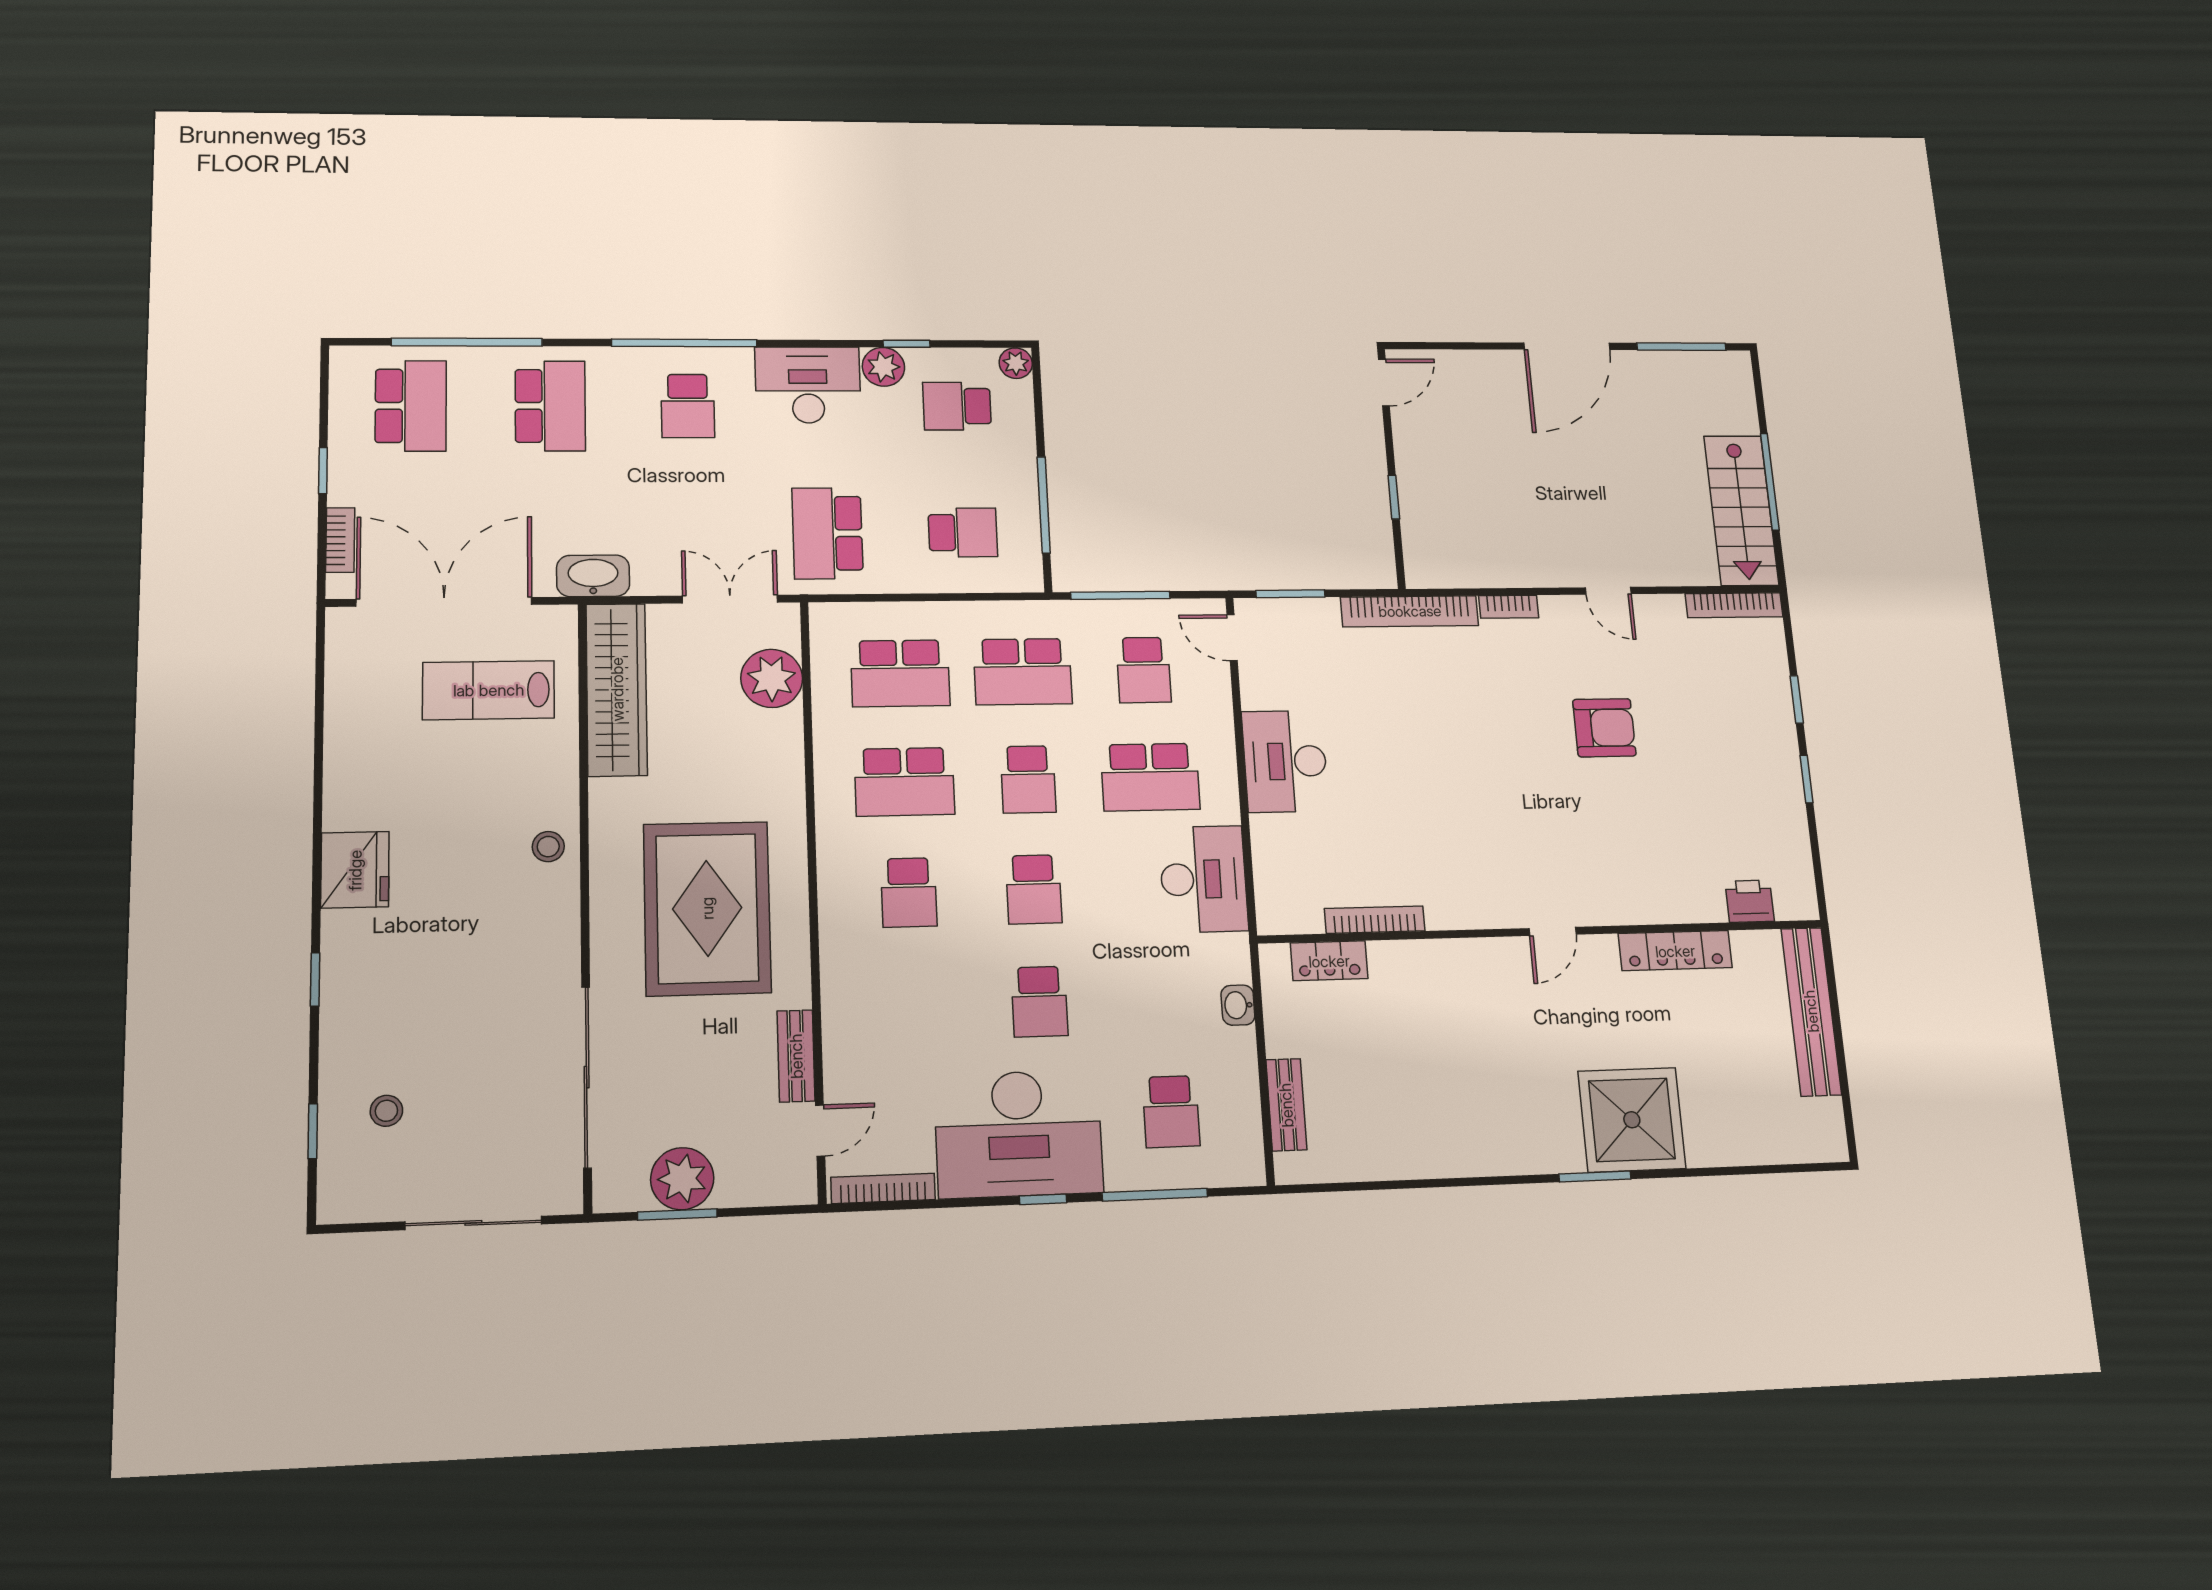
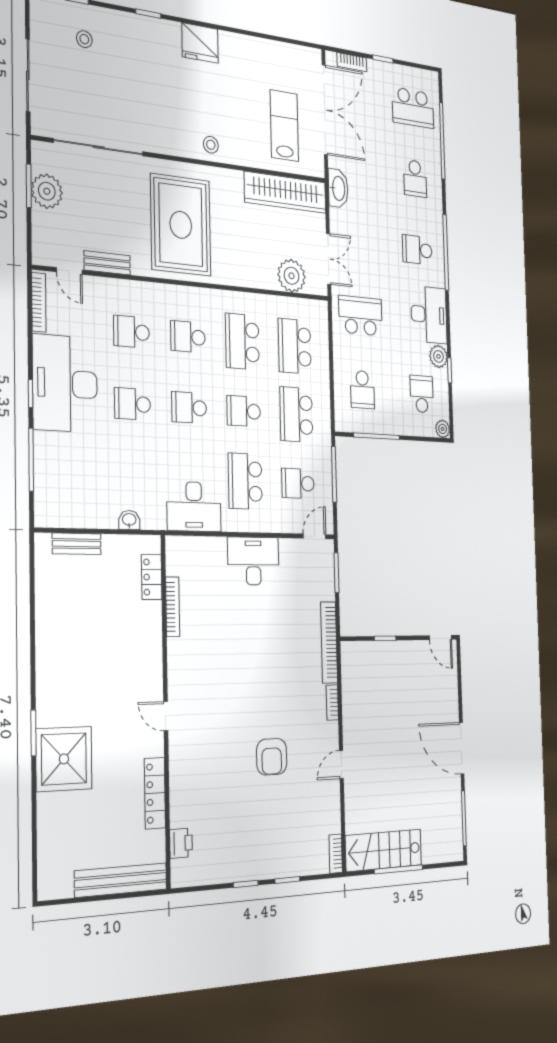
school desk: (550, 406) -> (415, 178), width x0.54
bookcase: (1734, 605) -> (336, 854), width x0.64
rug: (707, 908) -> (181, 225), turned 90
school desk: (1171, 1112) -> (131, 332), moved

